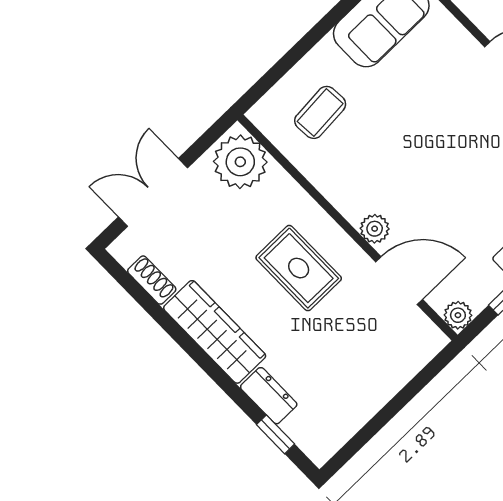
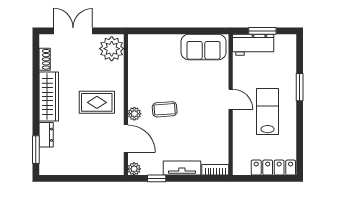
coffee table: (320, 112) -> (165, 109), moved
rug: (299, 268) -> (97, 102), turned 90
window: (275, 434) -> (36, 150), width x1.50

